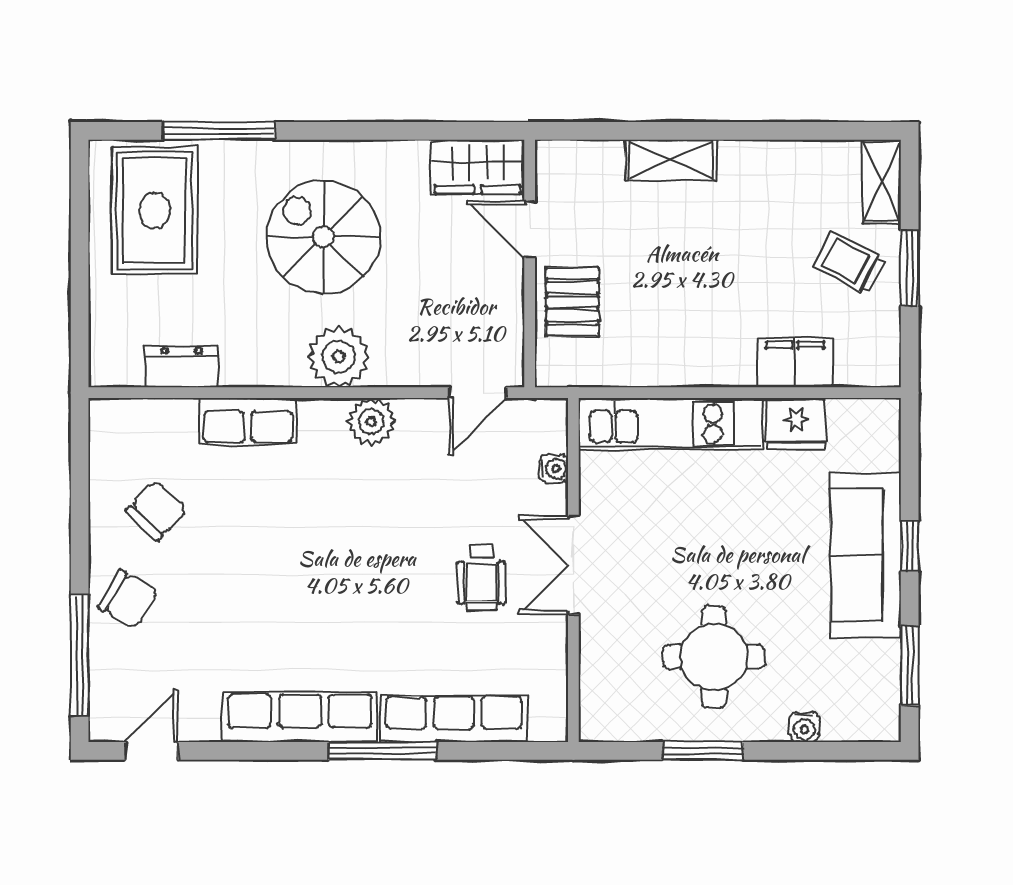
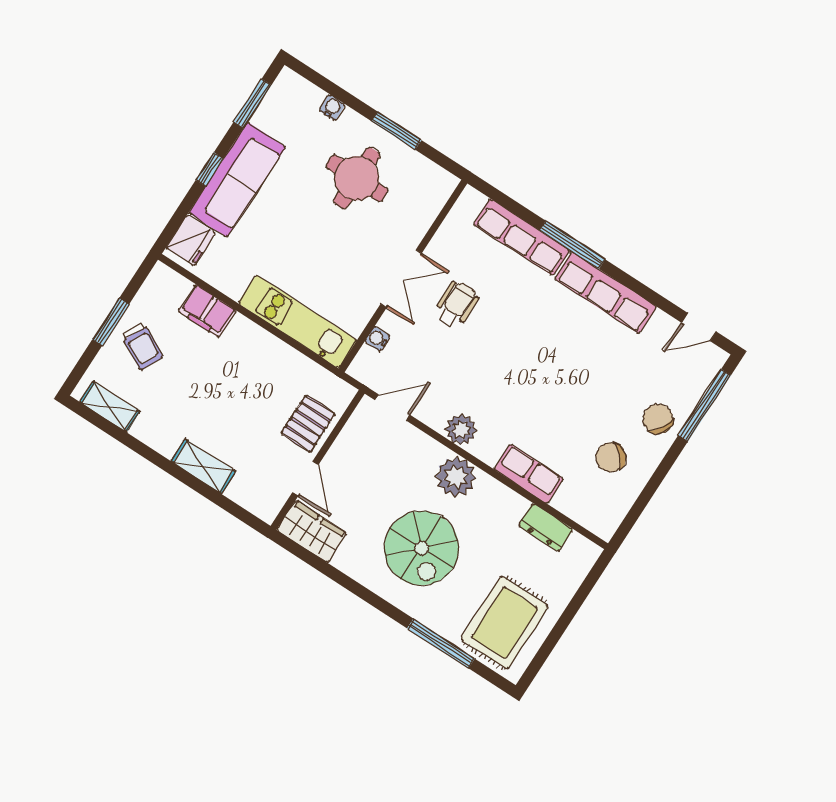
shelving: (882, 182) -> (110, 407), moved, turned 90
fridge: (796, 424) -> (191, 240), moved, turned 90

